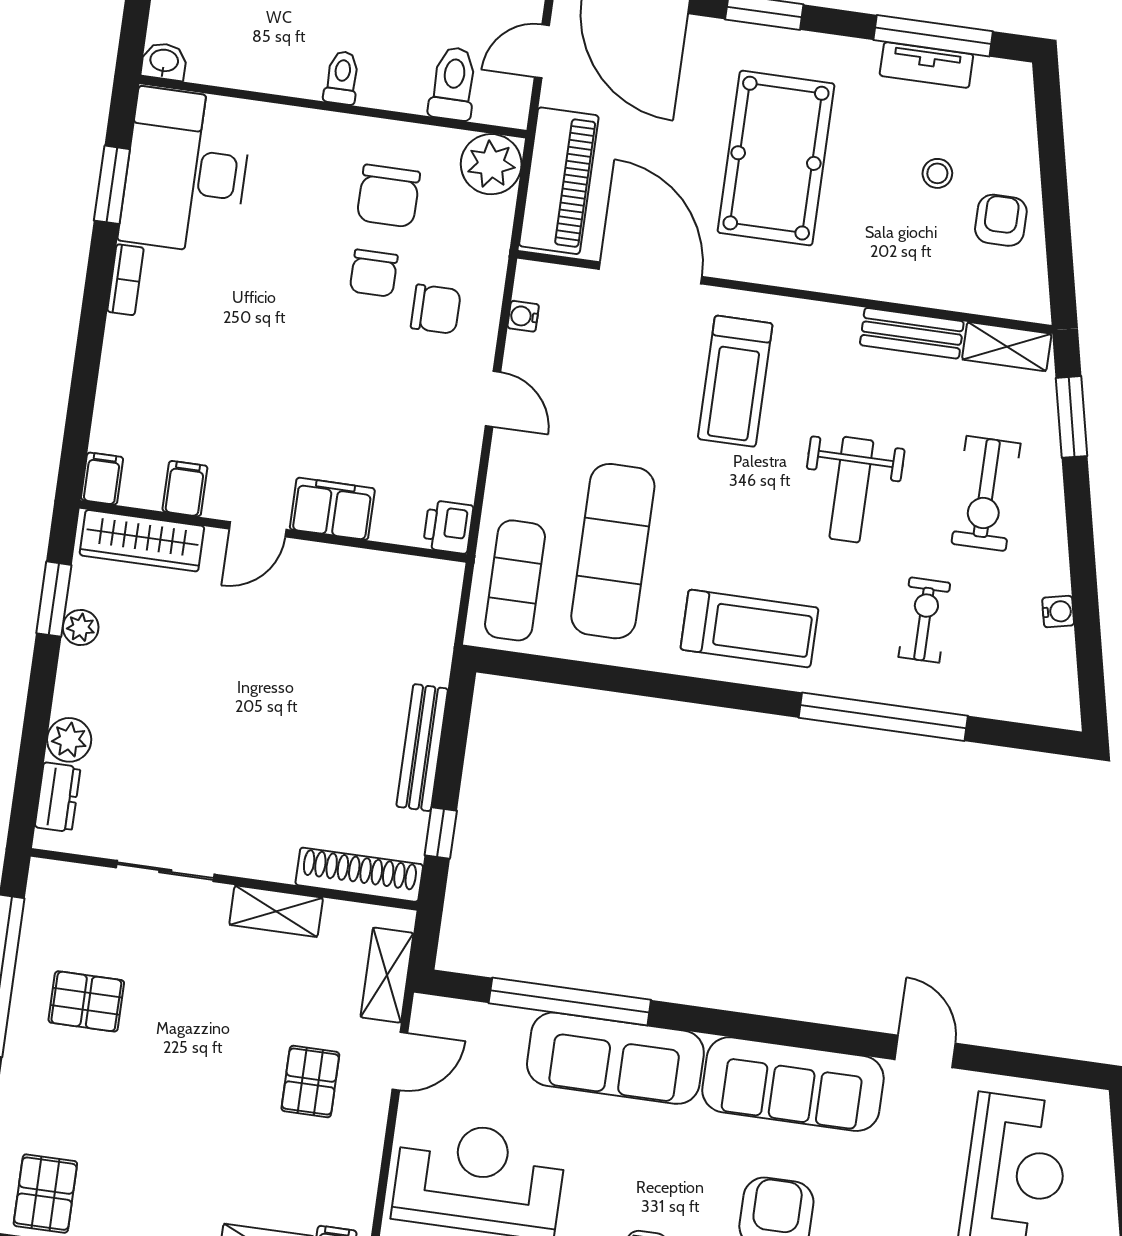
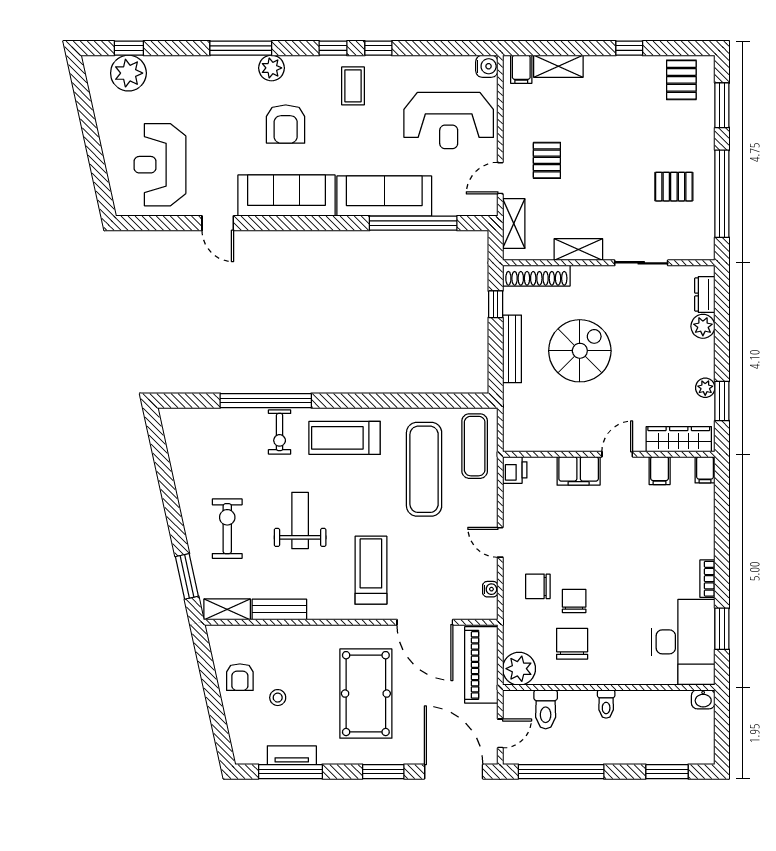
water cooler: (1058, 612) -> (179, 470), removed
exercise bike: (924, 620) -> (280, 432), moved
spiral stairs: (299, 727) -> (580, 351), added

